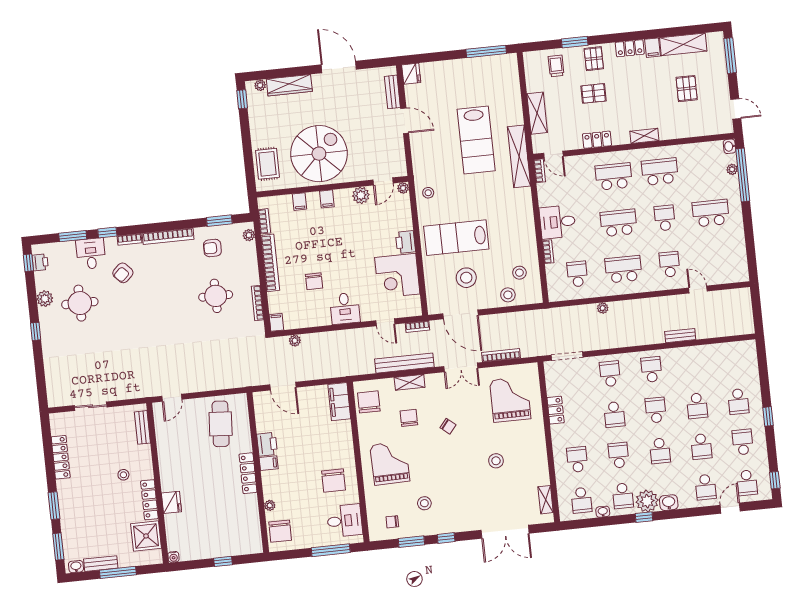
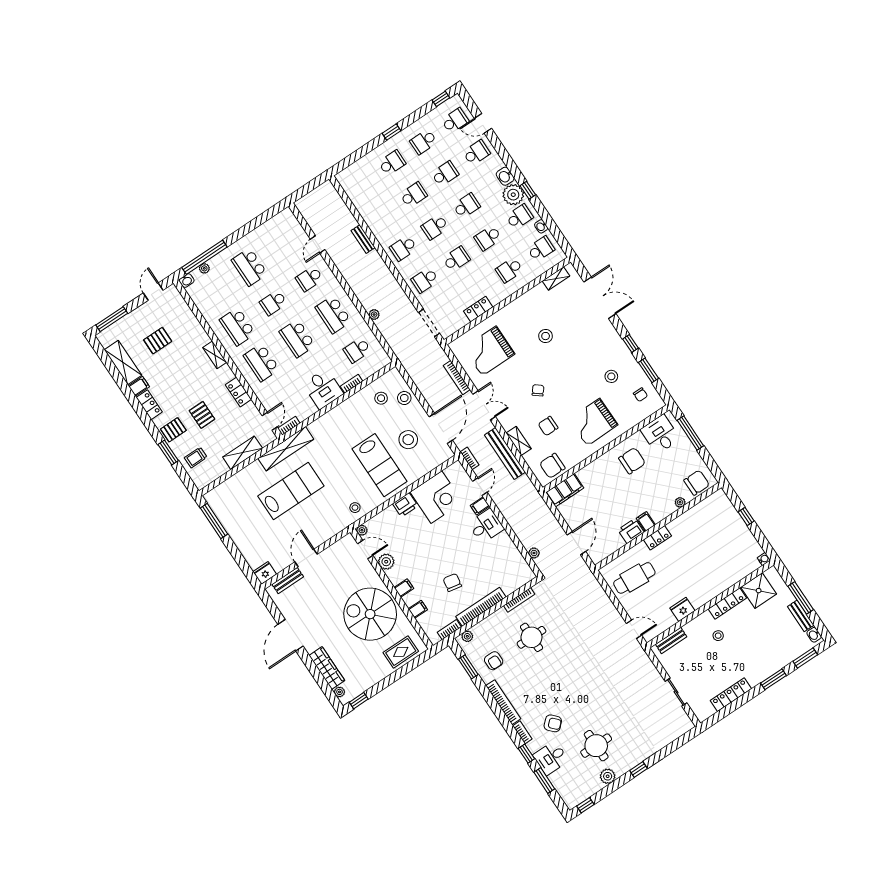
printer: (40, 262) -> (580, 796), removed
chair: (314, 281) -> (452, 582), moved, turned -79
filing cabinet: (276, 322) -> (480, 506), moved
locker: (248, 473) -> (657, 538), width x0.66
fridge: (171, 502) -> (682, 609), moved

